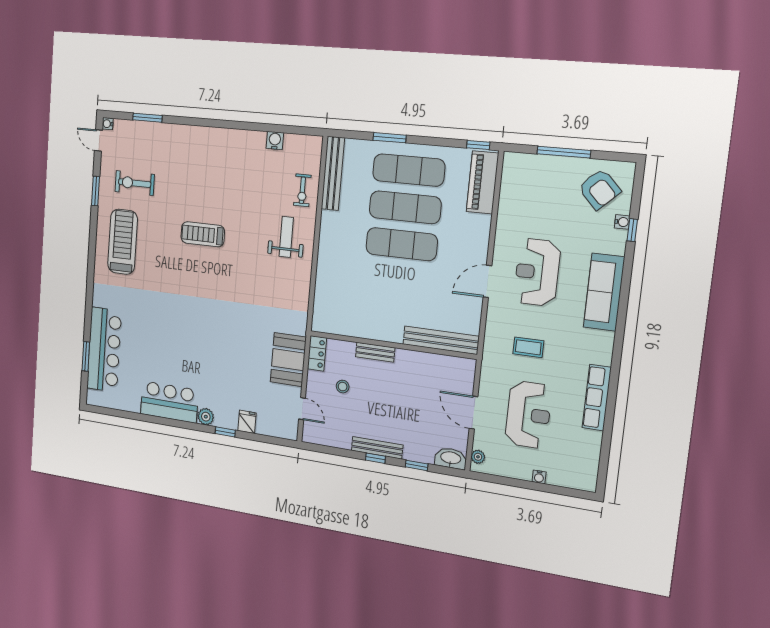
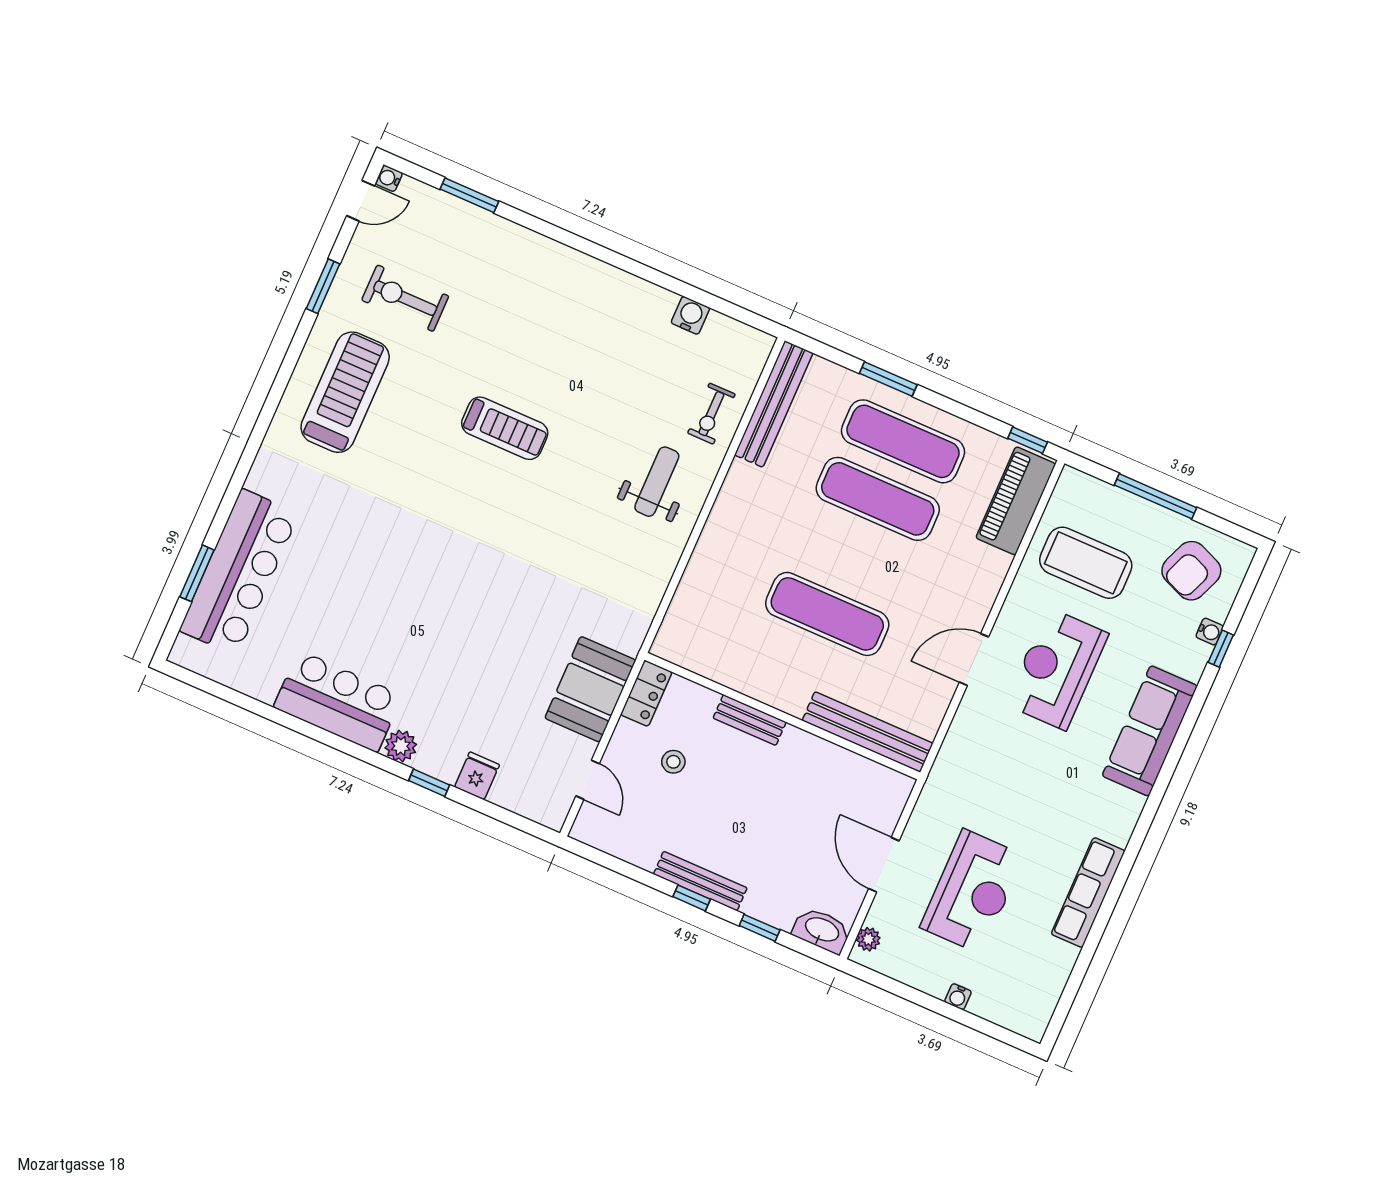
door: (98, 140) -> (361, 201), swing flipped
armchair: (599, 189) -> (1191, 571), turned 66
treadmill: (203, 234) -> (505, 428), turned 180
exercise mat: (402, 244) -> (827, 614), moved
coffee table: (528, 347) -> (1086, 563), moved, width x1.86, depth x1.72

